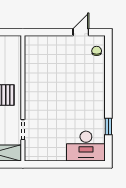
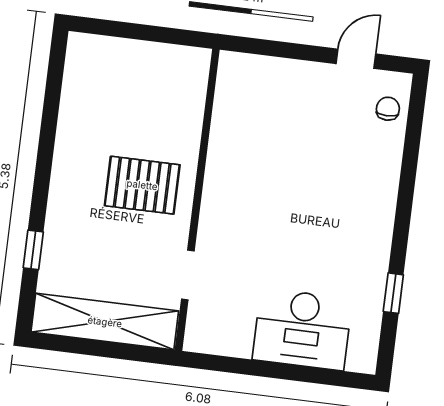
desk: (86, 146) -> (302, 329), moved

